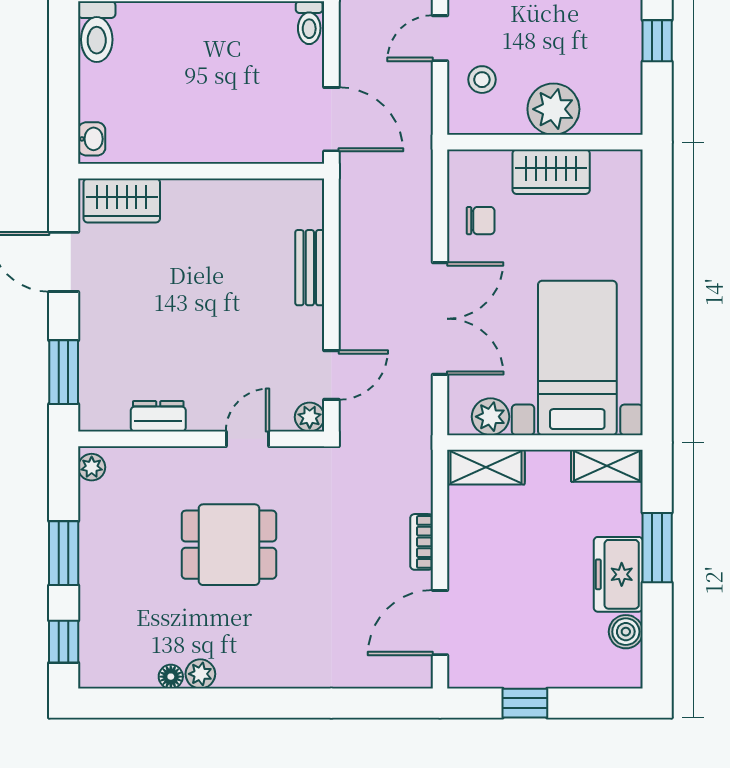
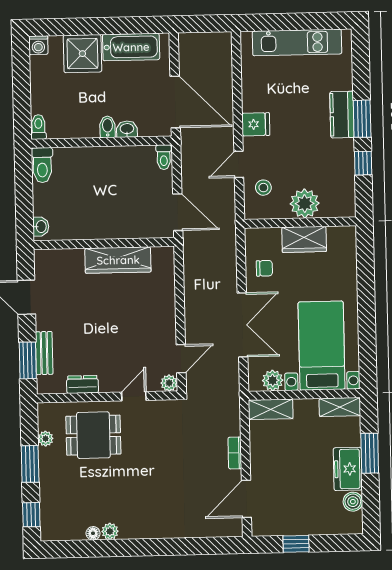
wardrobe: (122, 200) -> (118, 260), moved, width x1.50
bench: (310, 268) -> (44, 353), moved
plant: (92, 467) -> (46, 439), moved
dining table: (229, 545) -> (93, 435), moved

